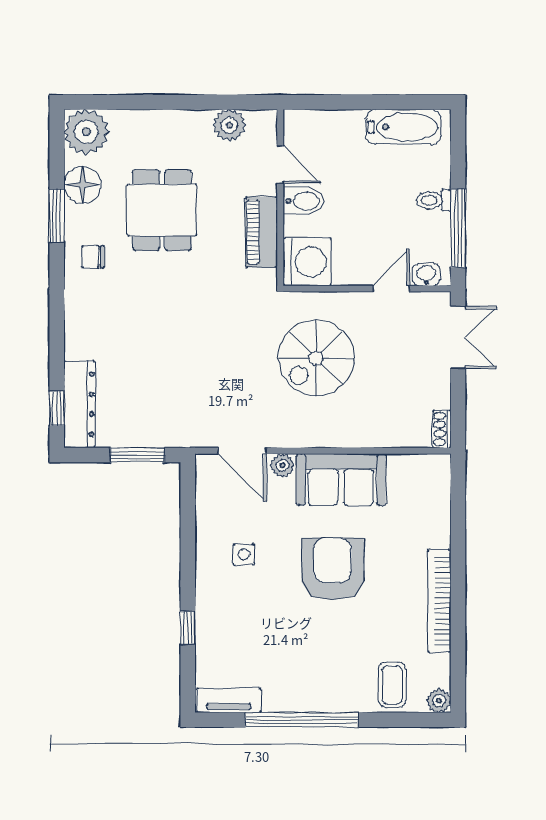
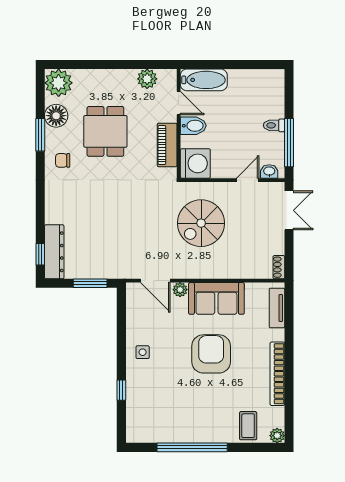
bathtub: (404, 127) -> (204, 80), moved
side table: (244, 554) -> (143, 352), moved
tv unit: (229, 700) -> (277, 308), moved, turned -90

